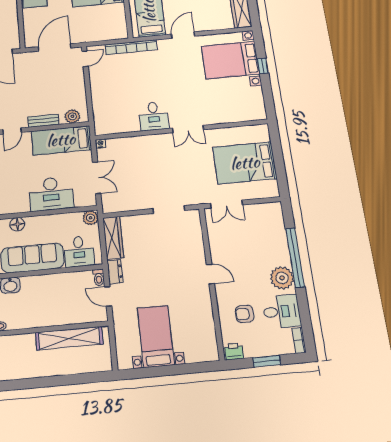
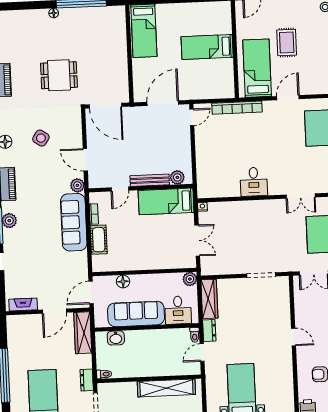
bench: (43, 121) -> (150, 180), width x1.36
double door: (188, 129) -> (301, 196), moved
desk: (51, 194) -> (155, 254), removed
door: (108, 296) -> (202, 353), hinge flipped

